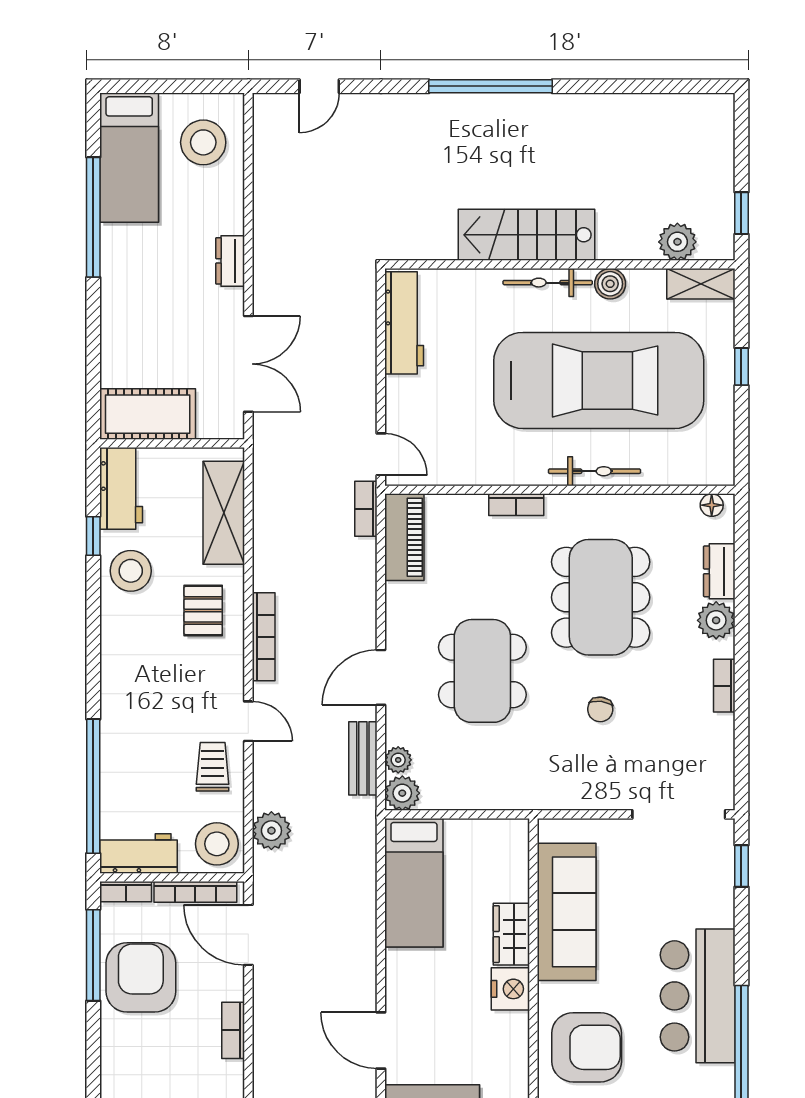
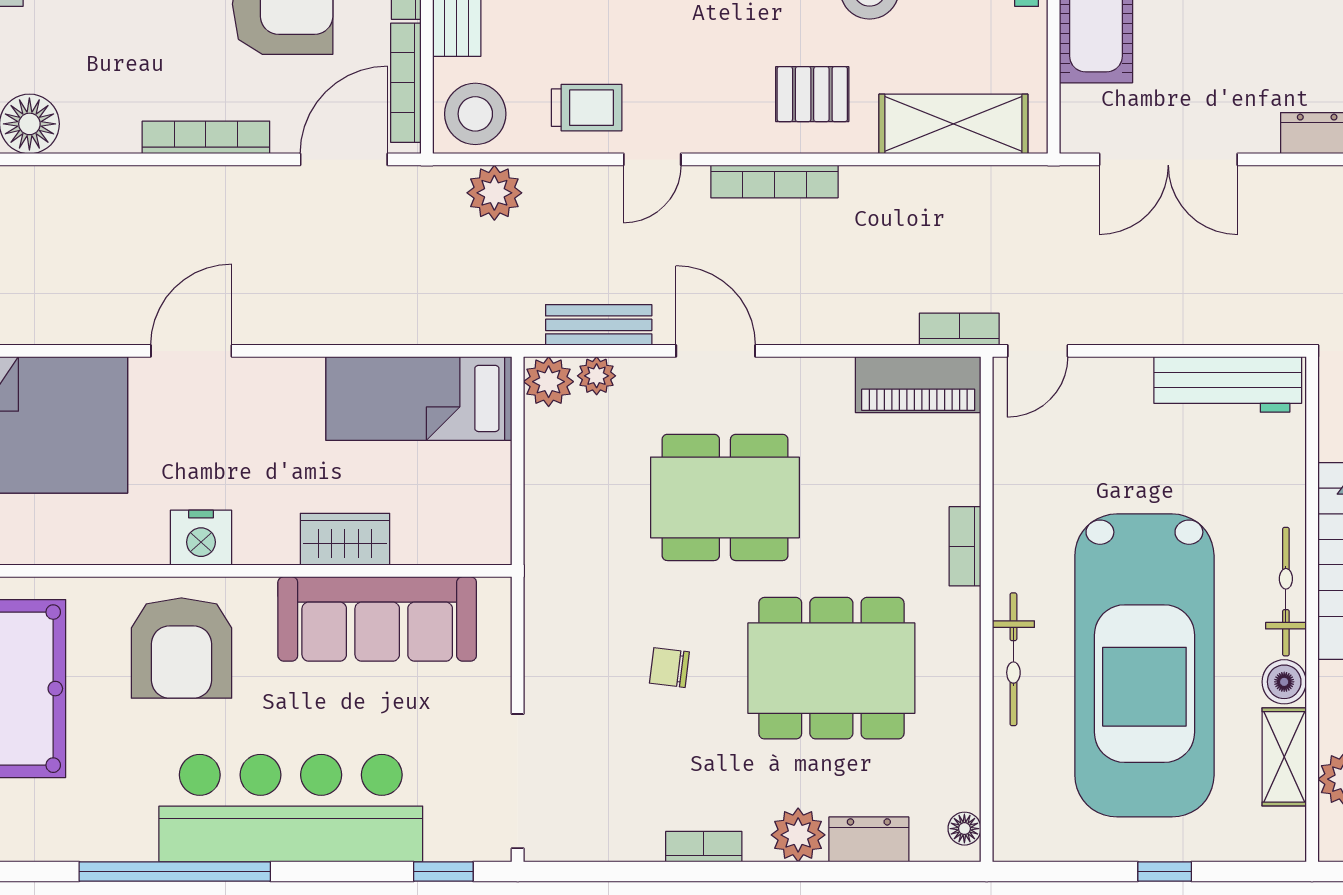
shelving: (701, 284) -> (1284, 757), moved
nightstand: (510, 989) -> (201, 538), moved
bar counter: (698, 996) -> (291, 808), width x1.36
bookcase: (233, 1030) -> (206, 137), width x1.56

